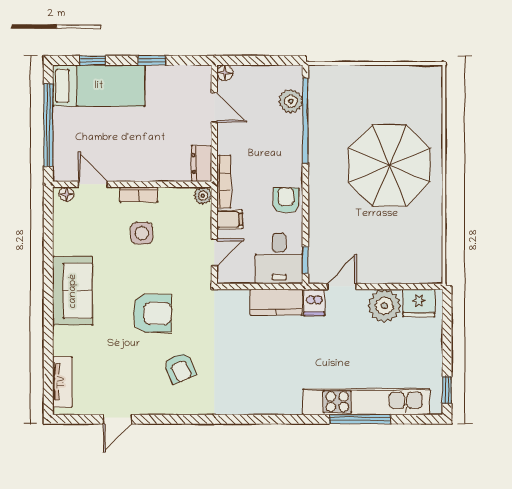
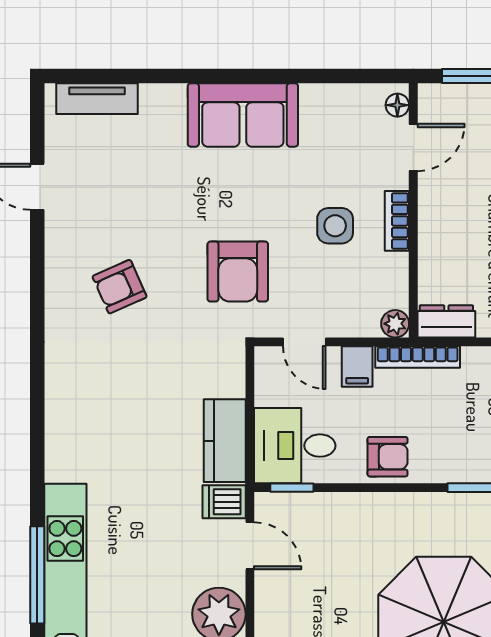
armchair: (152, 313) -> (238, 272), moved

